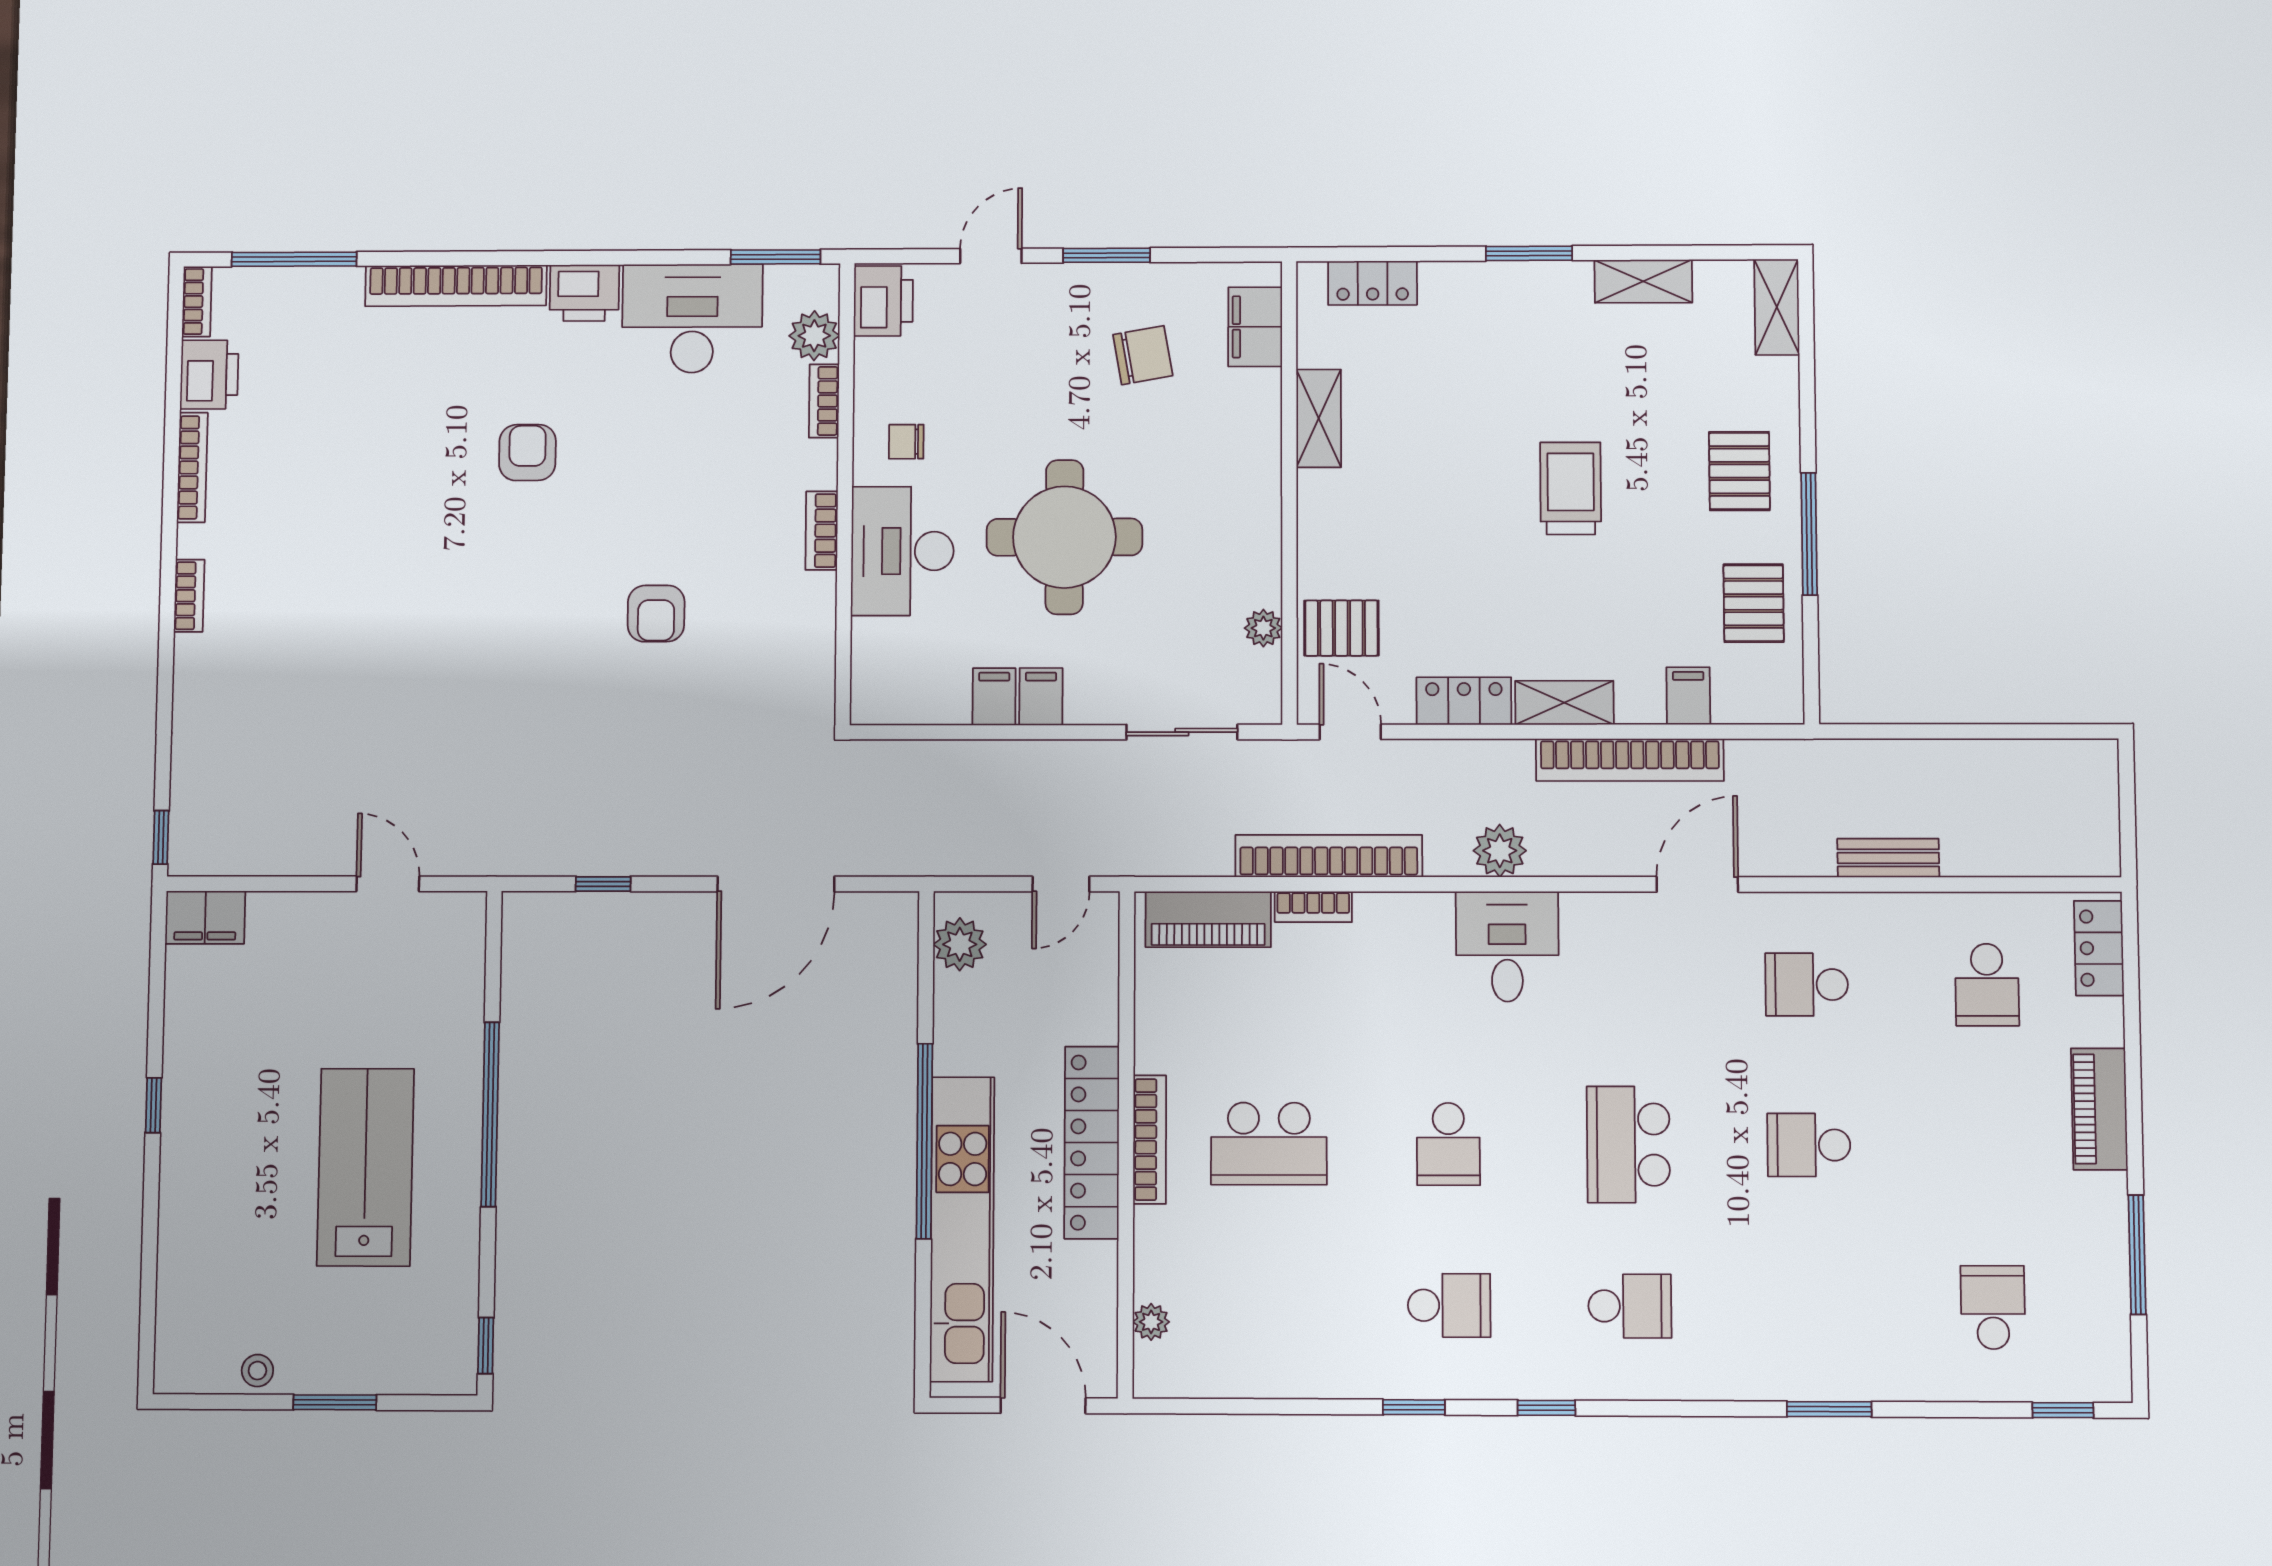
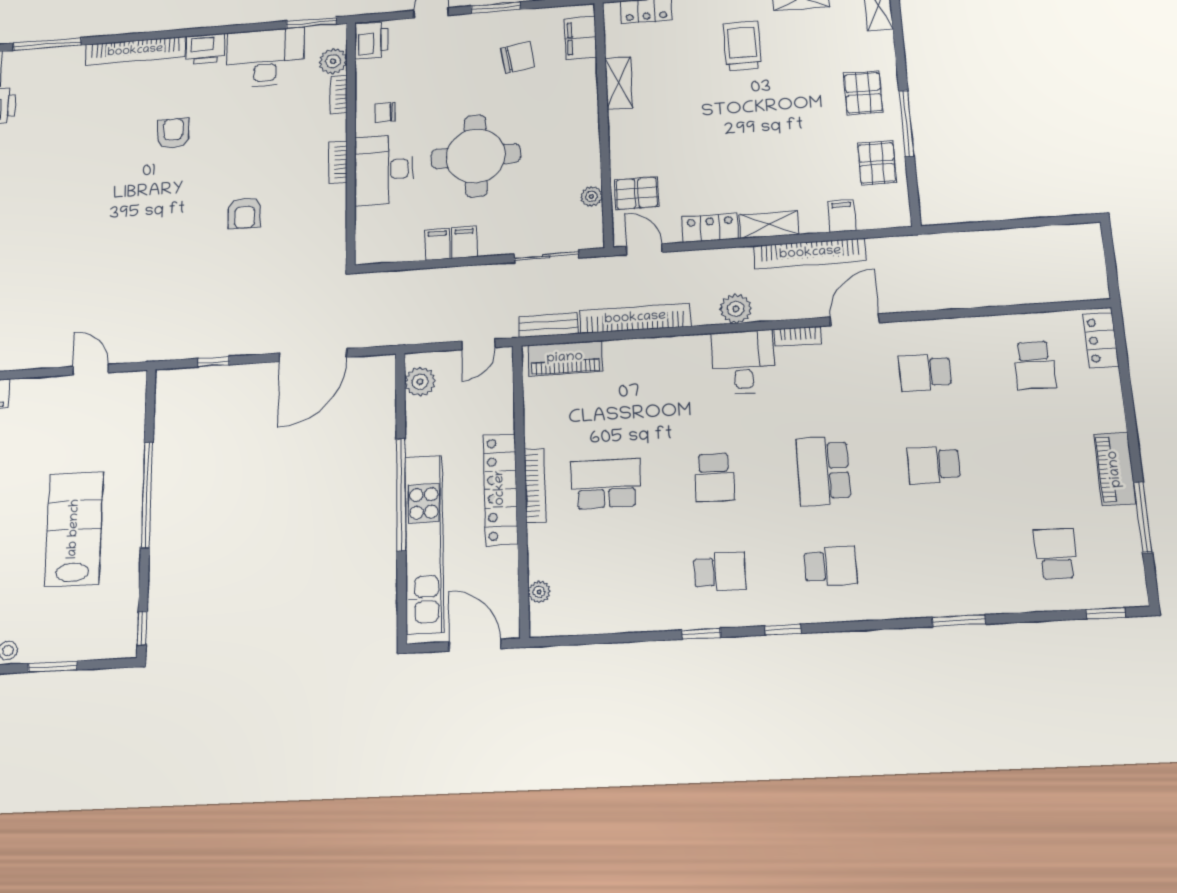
trolley: (1571, 488) -> (742, 46), moved
bench: (1888, 858) -> (548, 325), moved
bookcase: (1313, 907) -> (798, 336), moved
piano: (2099, 1109) -> (1115, 469), moved
school desk: (1269, 1144) -> (606, 484), turned 180

